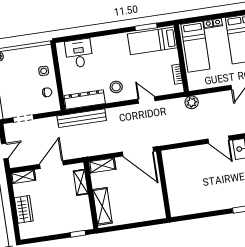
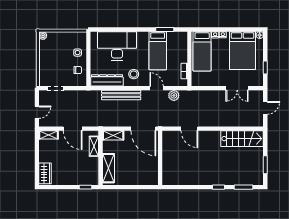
bed: (152, 41) -> (158, 51), moved, turned -90
desk: (79, 53) -> (117, 46), width x1.87, depth x1.30
plant: (192, 102) -> (174, 95), moved
bench: (82, 118) -> (121, 95), moved
door: (219, 140) -> (189, 129), moved
door: (52, 165) -> (73, 129), swing flipped
wardrobe: (24, 209) -> (45, 173), moved

